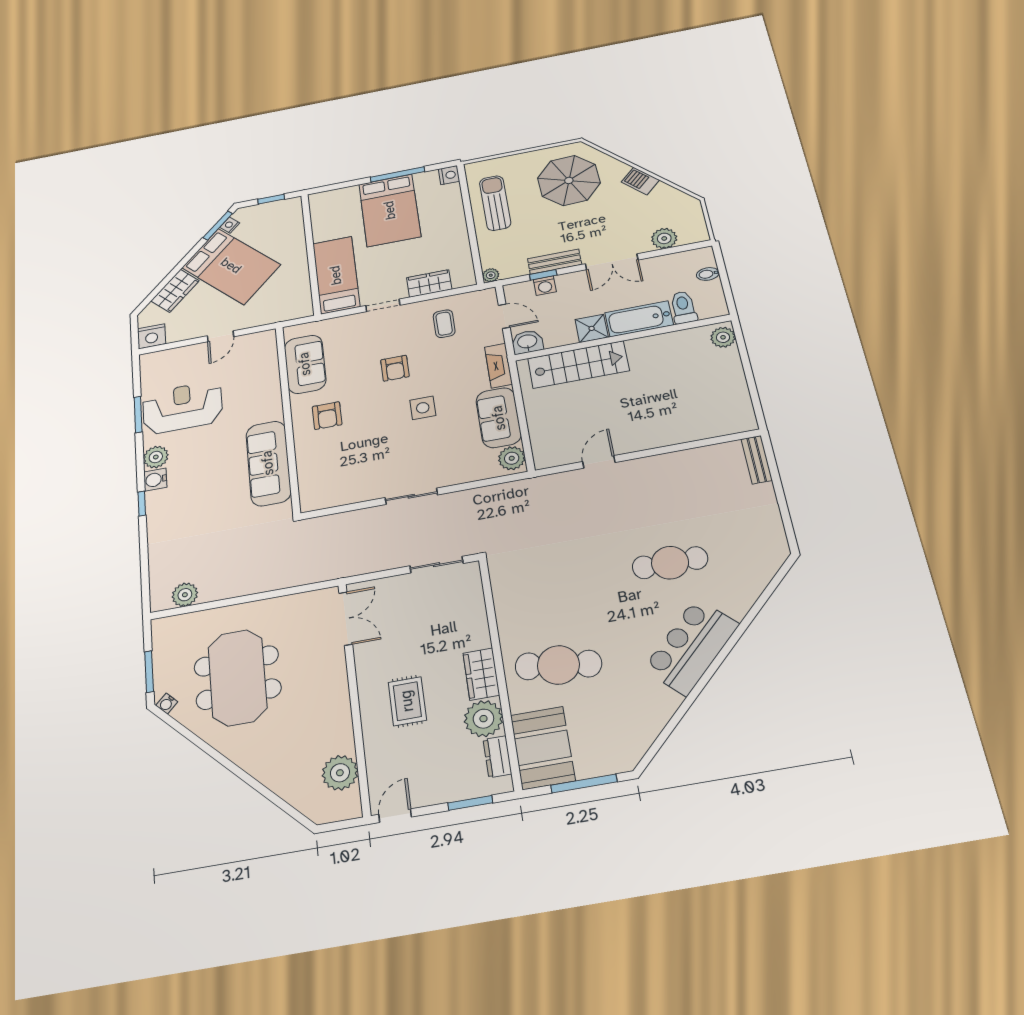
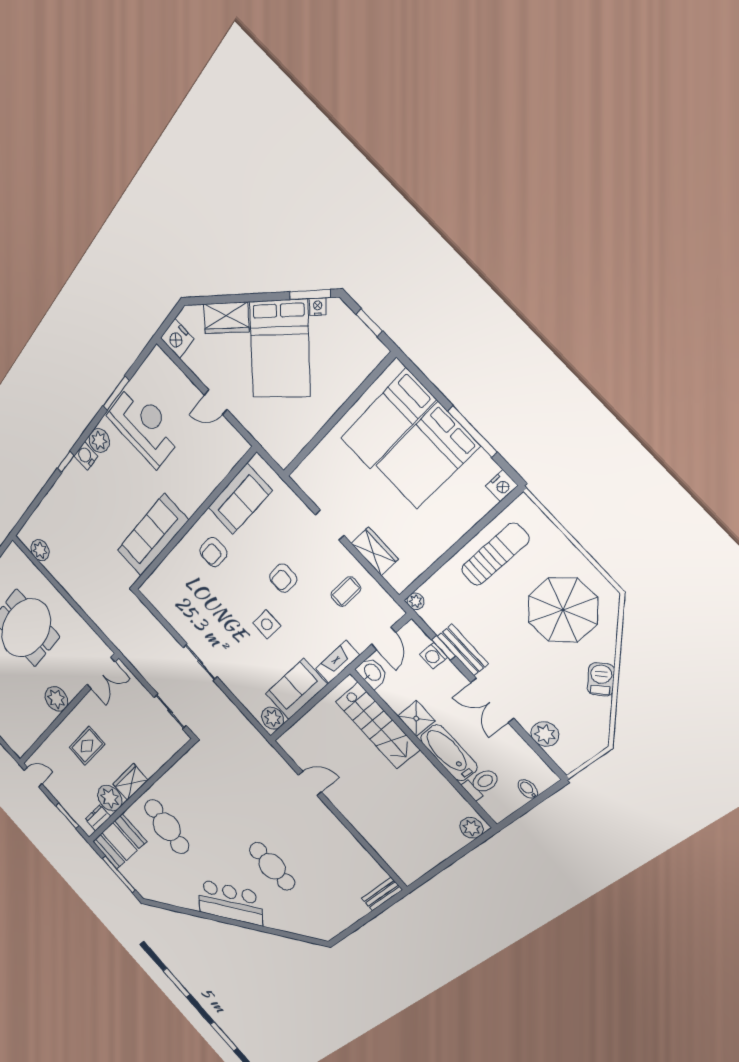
bed: (336, 275) -> (388, 419), moved, turned 180
plant: (340, 773) -> (56, 699), moved

